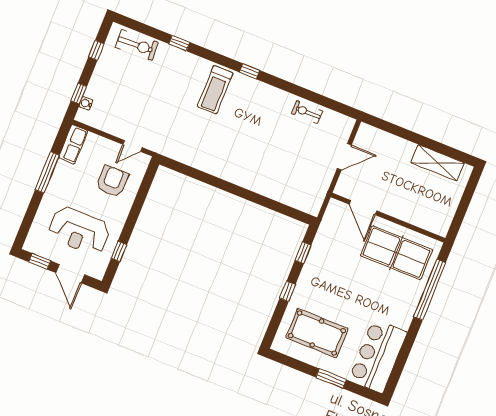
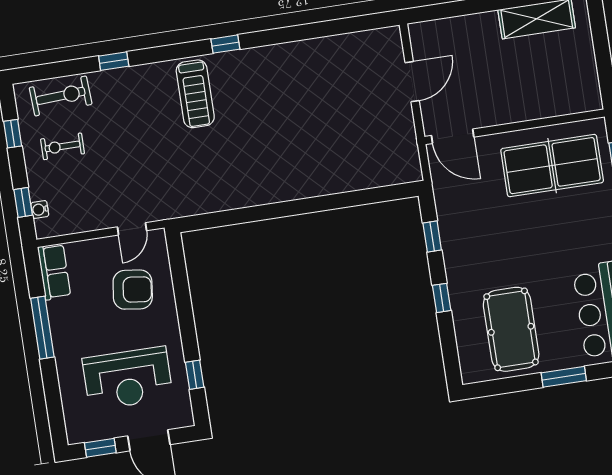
exercise bike: (307, 112) -> (62, 146), moved
armchair: (112, 181) -> (133, 290), turned 97
door: (363, 208) -> (453, 136), moved
pool table: (317, 333) -> (511, 329), turned 90

